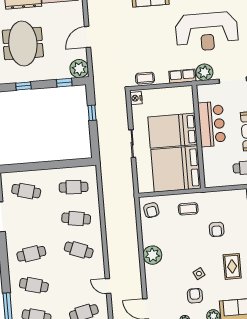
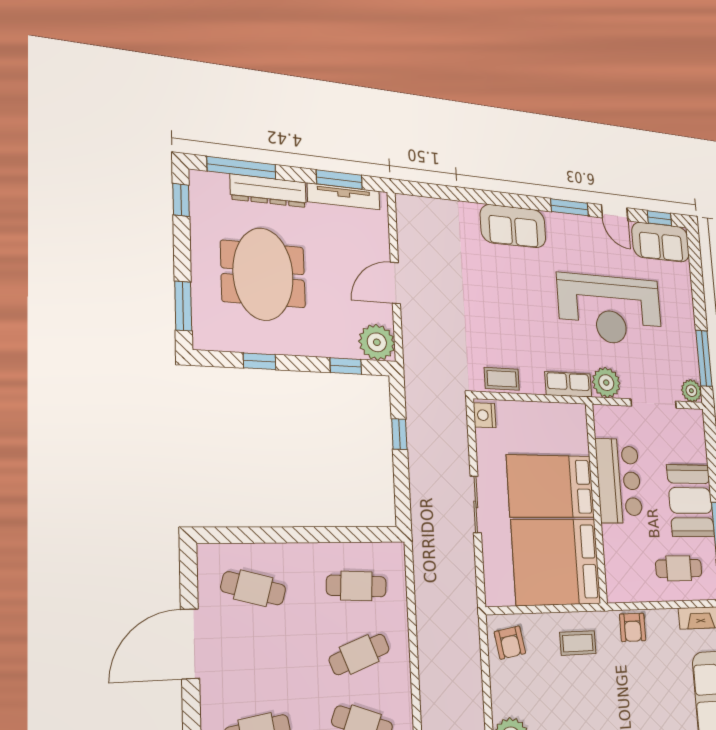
cafe table: (76, 219) -> (359, 654), turned -30
armchair: (217, 229) -> (633, 627), moved

